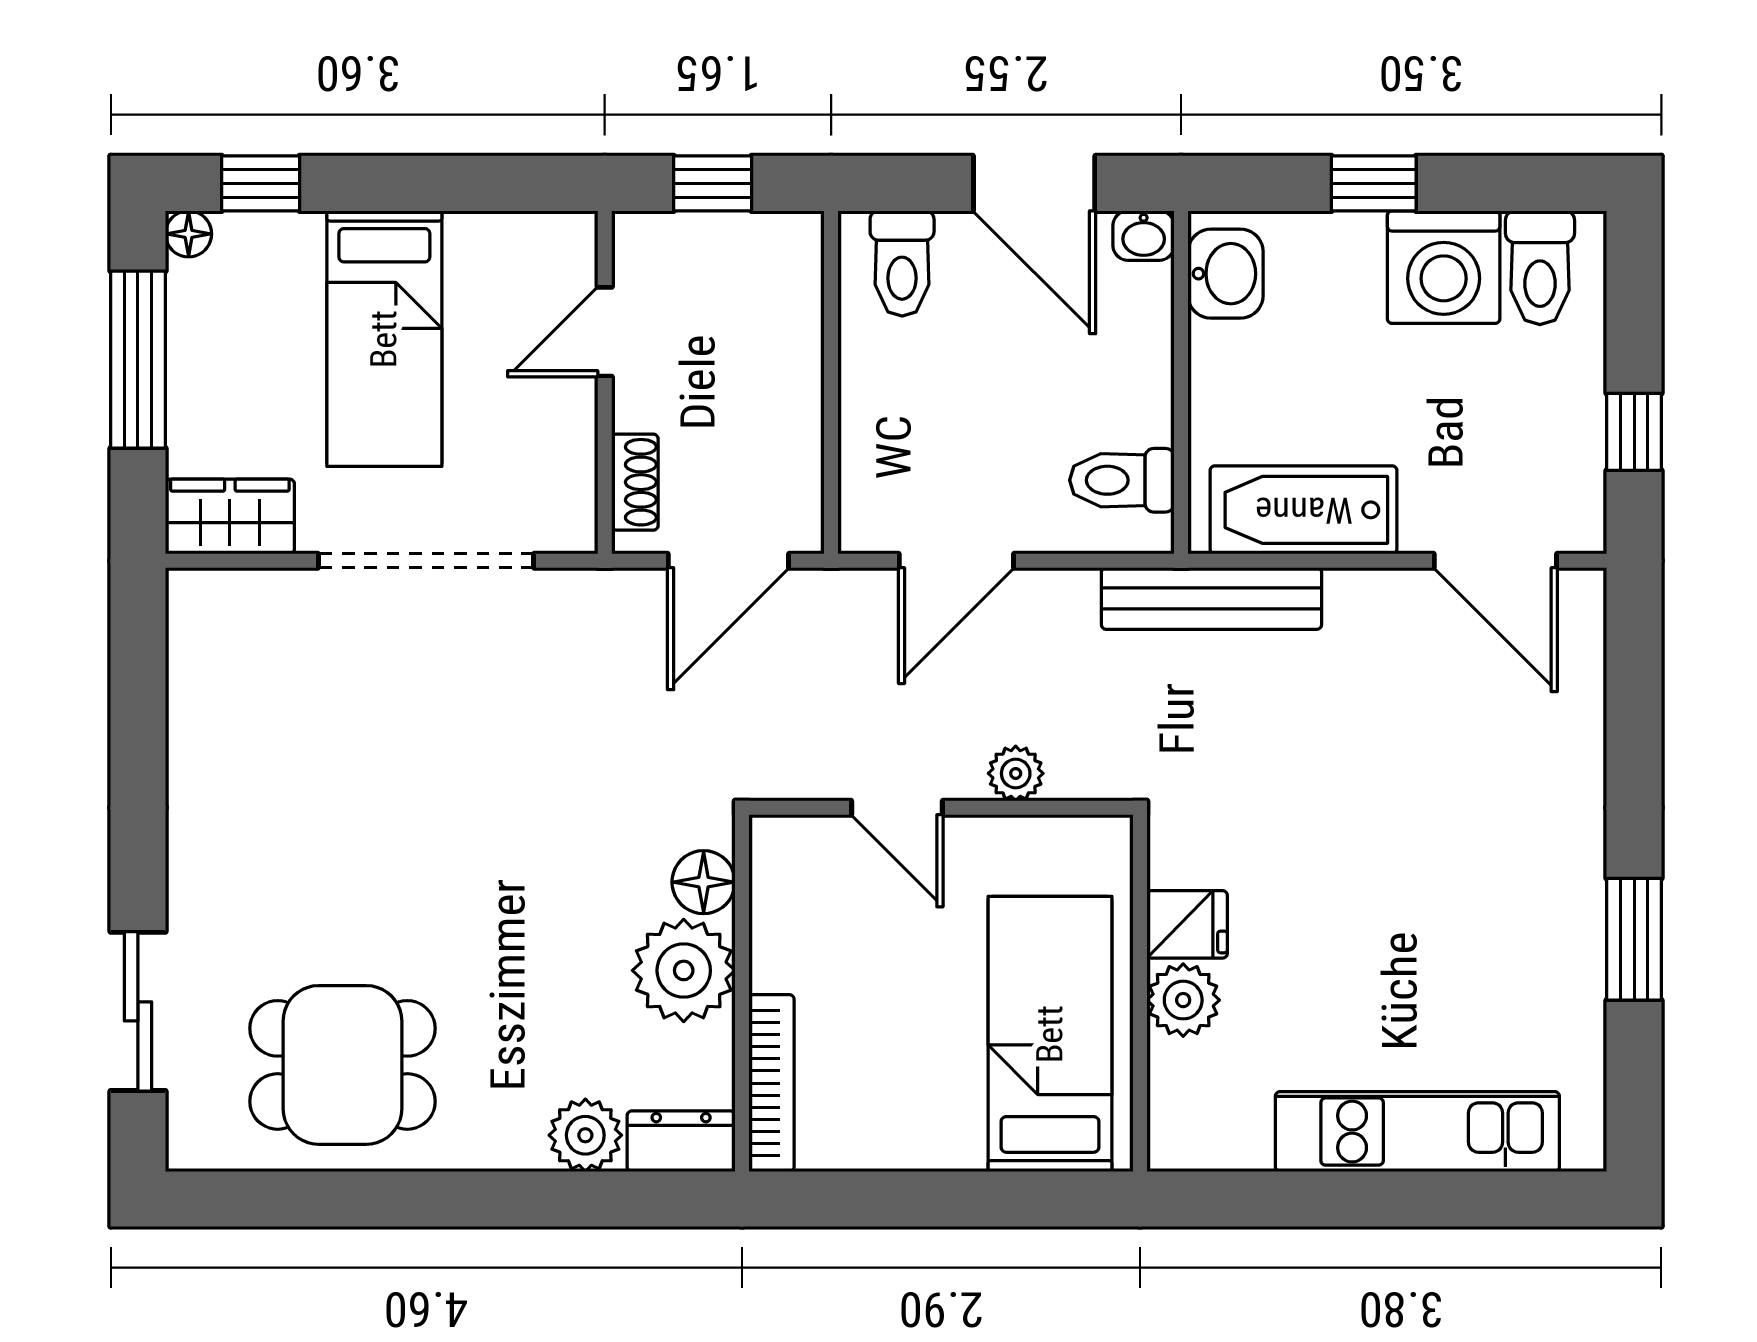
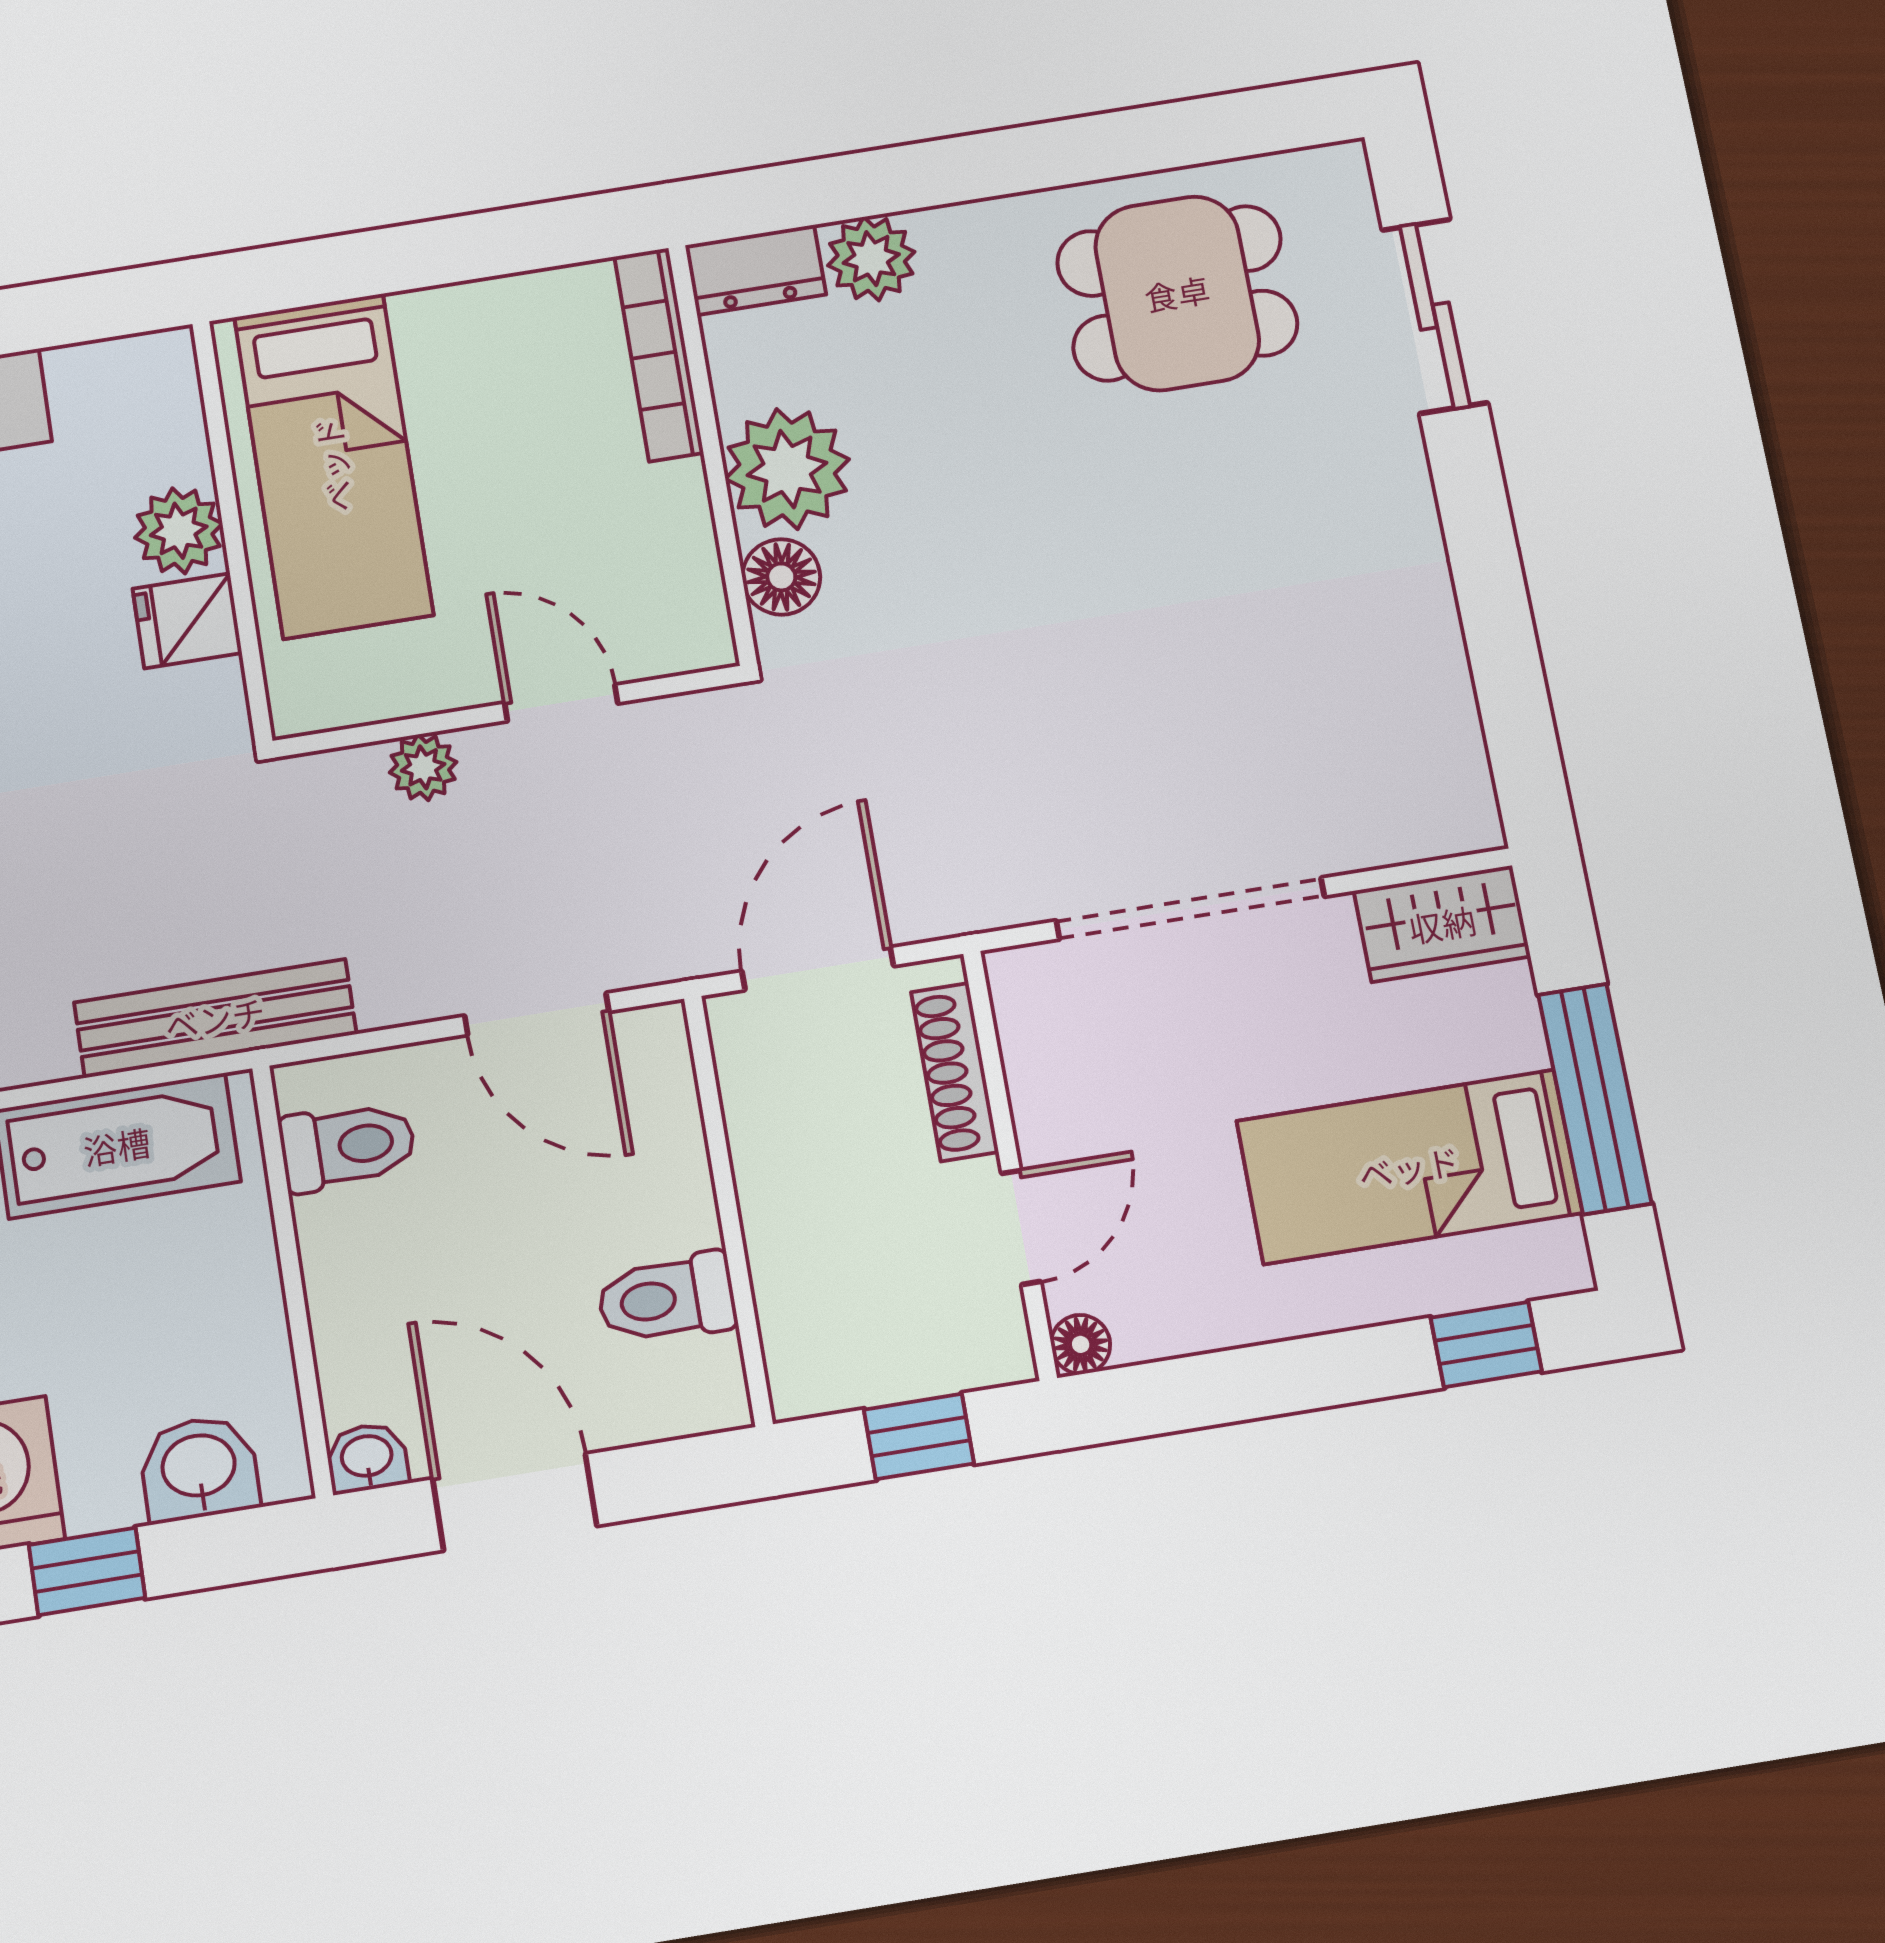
floor lamp: (189, 234) -> (1081, 1344), moved
toilet: (902, 263) -> (667, 1298), moved, turned -90
washbasin: (1226, 274) -> (199, 1468), moved, turned 90
bed: (384, 339) -> (1409, 1167), moved, turned -90
shoe rack: (635, 482) -> (955, 1072), width x1.43
door: (956, 561) -> (537, 1014), swing flipped

